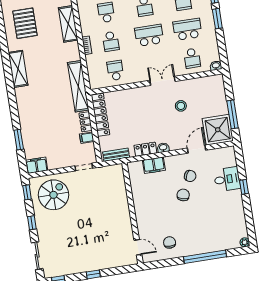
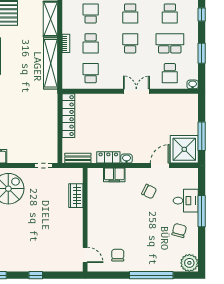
window: (217, 19) -> (202, 53), moved
school desk: (149, 35) -> (130, 43), width x0.54
shelving: (78, 86) -> (51, 63), moved
stool: (181, 106) -> (151, 119), removed
locker: (86, 122) -> (52, 120), removed
filing cabinet: (87, 138) -> (51, 136), removed
window: (244, 187) -> (202, 211), width x2.17
wardrobe: (120, 191) -> (76, 196), added
chair: (183, 195) -> (179, 230), moved
plant: (245, 242) -> (189, 263), width x1.88, depth x1.88

